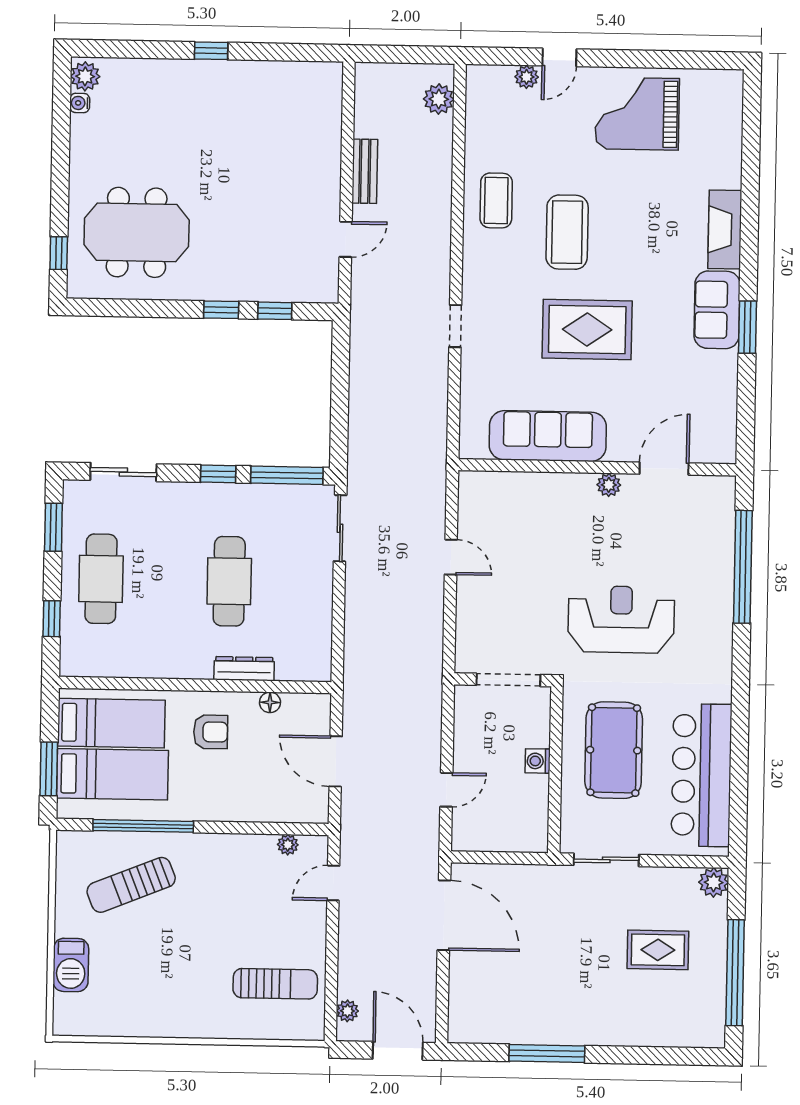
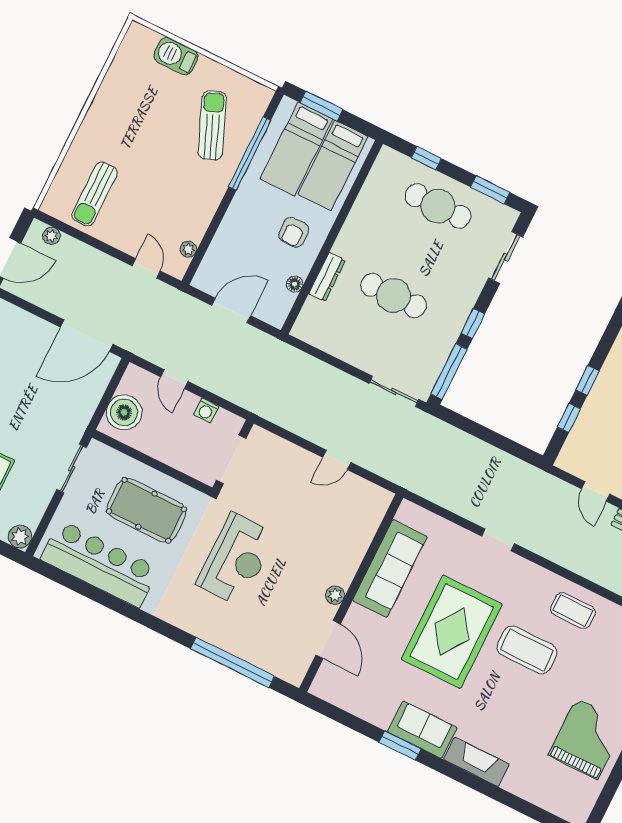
rug: (587, 330) -> (452, 632), width x1.37, depth x1.44
washing machine: (538, 761) -> (206, 410), moved, turned 180
boiler: (512, 830) -> (124, 412), added

